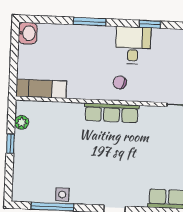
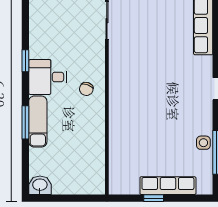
exam couch: (41, 89) -> (38, 122), moved, turned 180
row of seats: (112, 113) -> (168, 186), moved, turned -90
plant: (22, 122) -> (132, 188), removed

